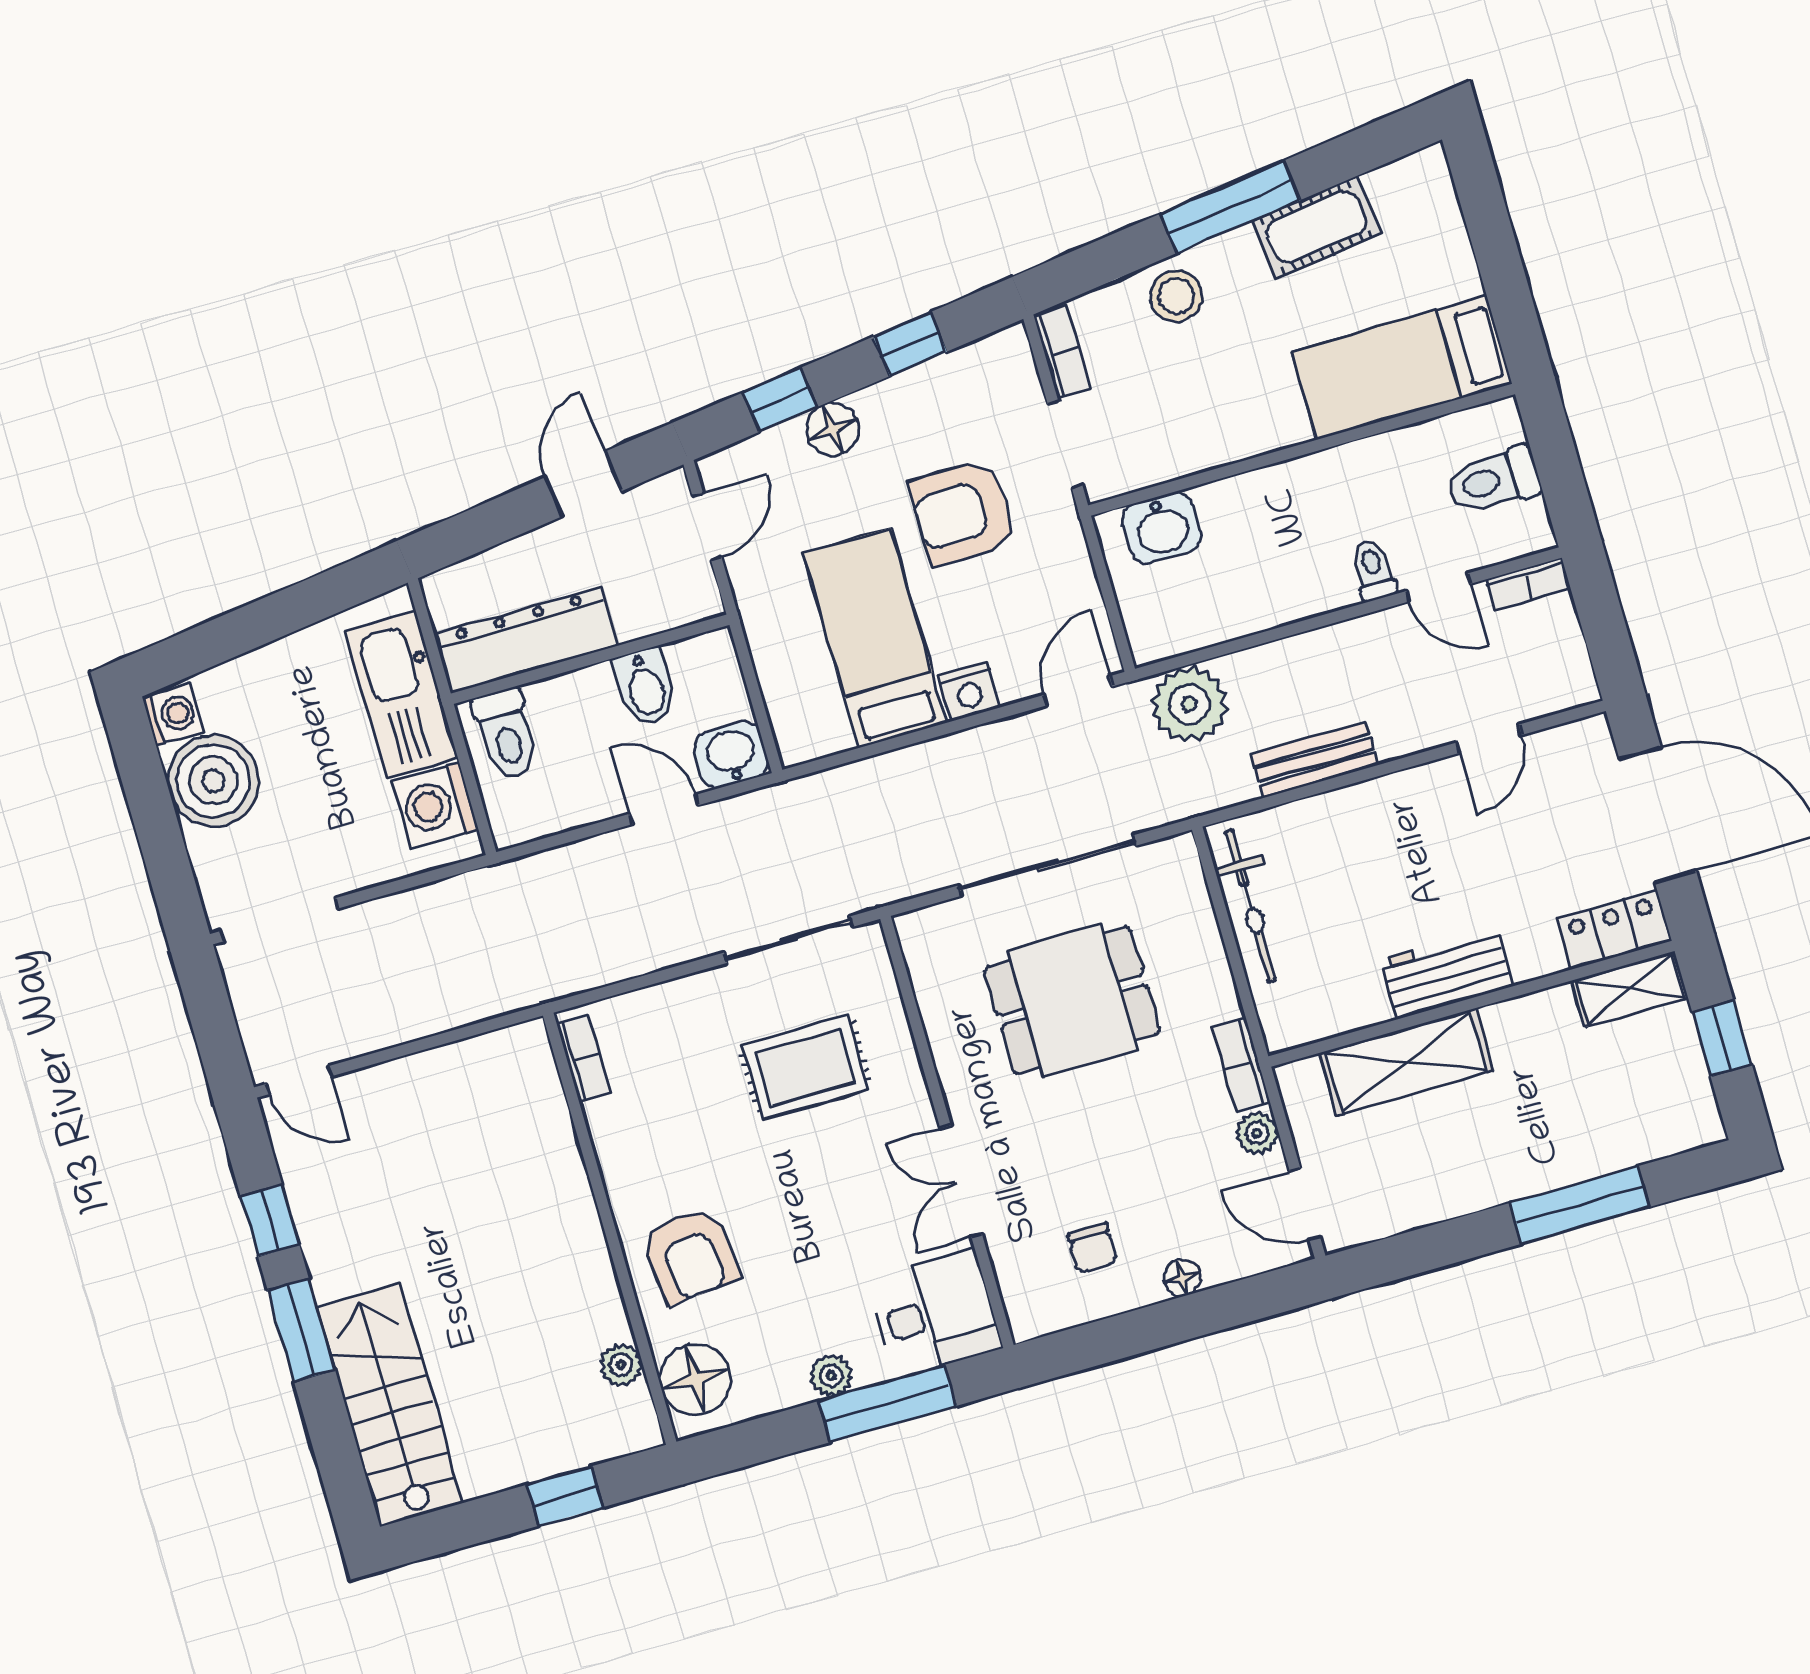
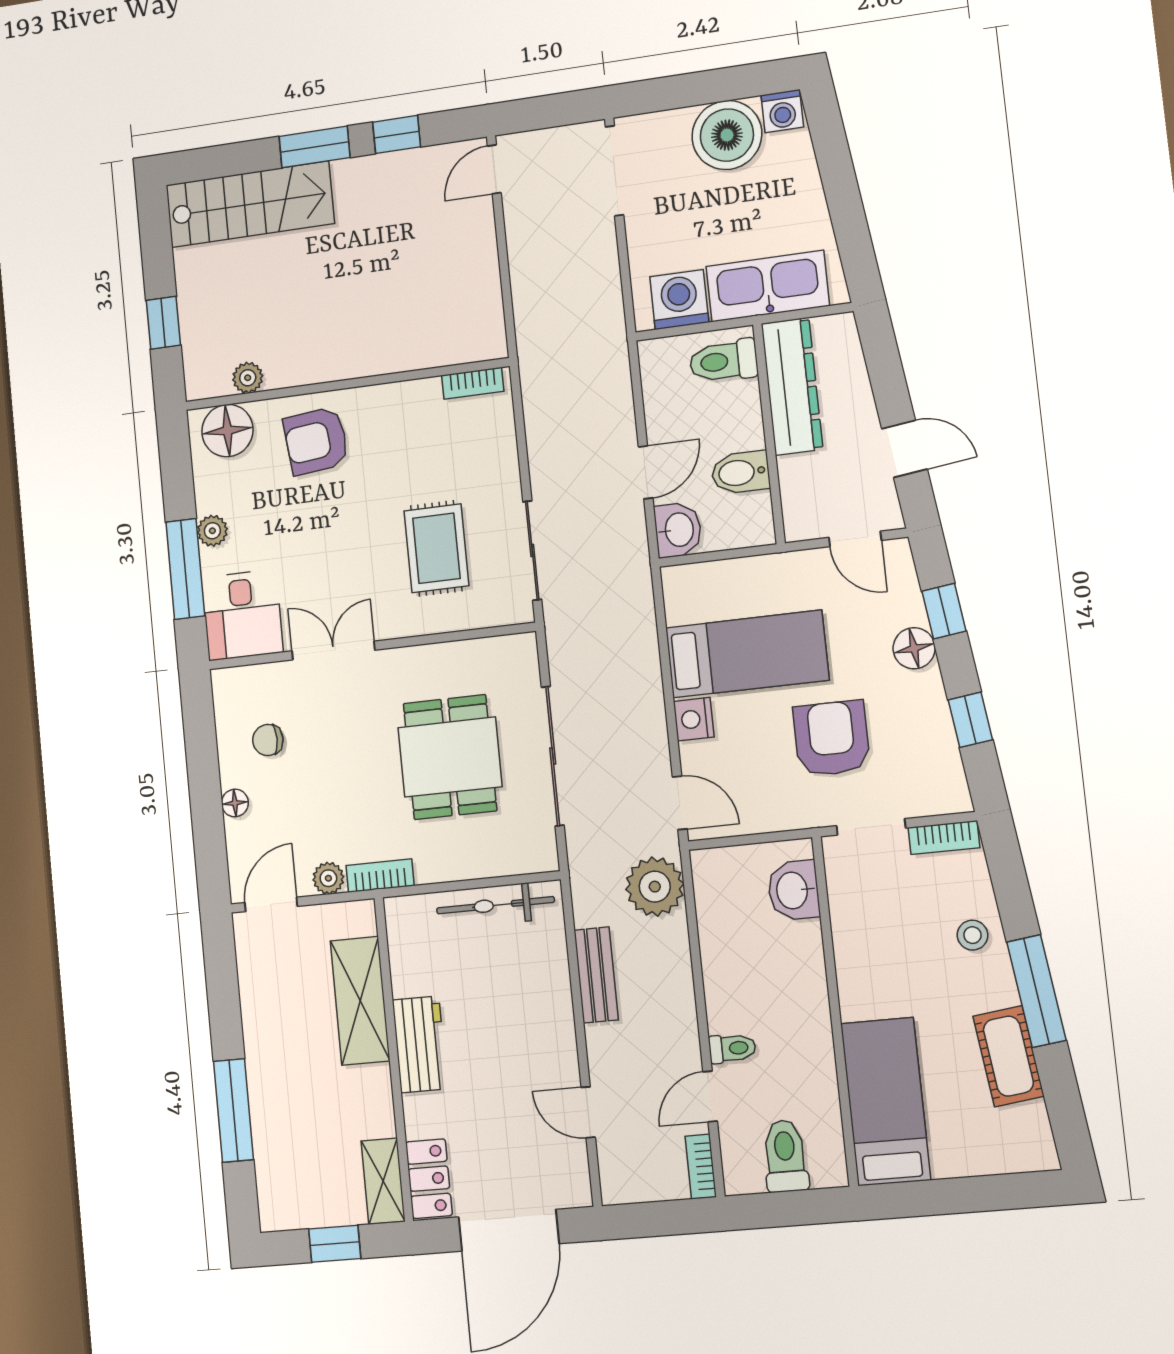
stool: (1176, 296) -> (972, 935), width x0.73, depth x0.73

